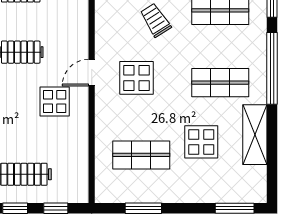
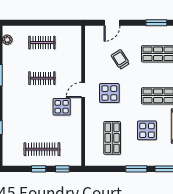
shop shelf: (141, 155) -> (112, 138), turned 90
window: (143, 208) -> (136, 169), moved

